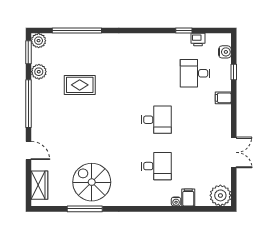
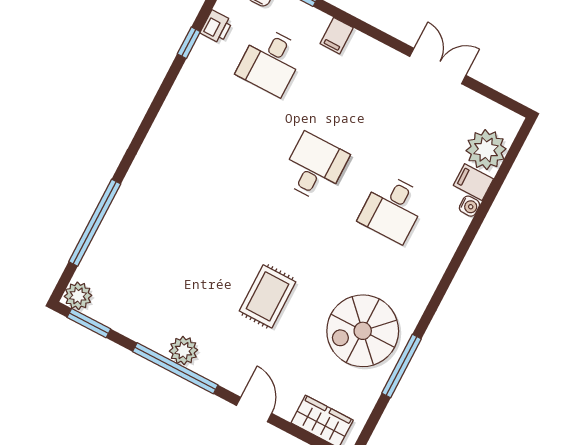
plant: (39, 72) -> (184, 351), moved
rug: (80, 85) -> (267, 296), moved
door: (28, 151) -> (254, 409), hinge flipped
desk: (156, 166) -> (393, 208), turned 180
plant: (220, 195) -> (486, 150), moved

